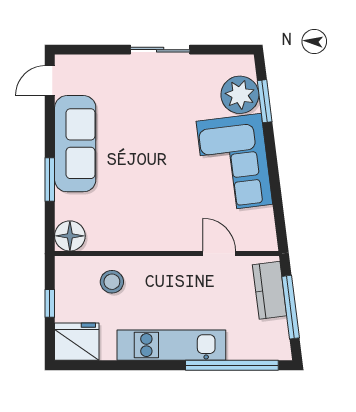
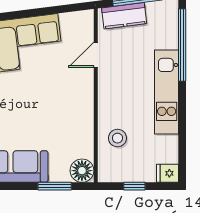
window: (50, 179) -> (55, 186), moved
fridge: (77, 342) -> (168, 173), width x0.53, depth x0.75

